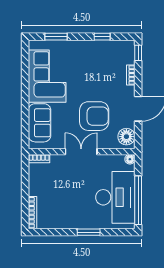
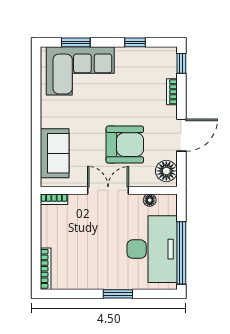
corner sofa: (47, 76) -> (80, 71), moved, turned 90
floor lamp: (130, 159) -> (150, 200), moved

